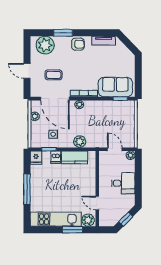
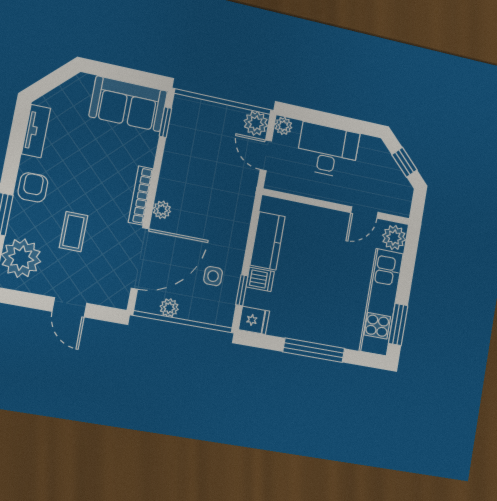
door: (27, 71) -> (69, 307), hinge flipped
coffee table: (54, 75) -> (73, 232), moved
sofa: (115, 87) -> (128, 104), moved, turned -90
plant: (80, 142) -> (256, 123), moved
door: (115, 149) -> (266, 155), hinge flipped
desk: (123, 183) -> (328, 151), width x1.37
window: (73, 230) -> (398, 324), moved

